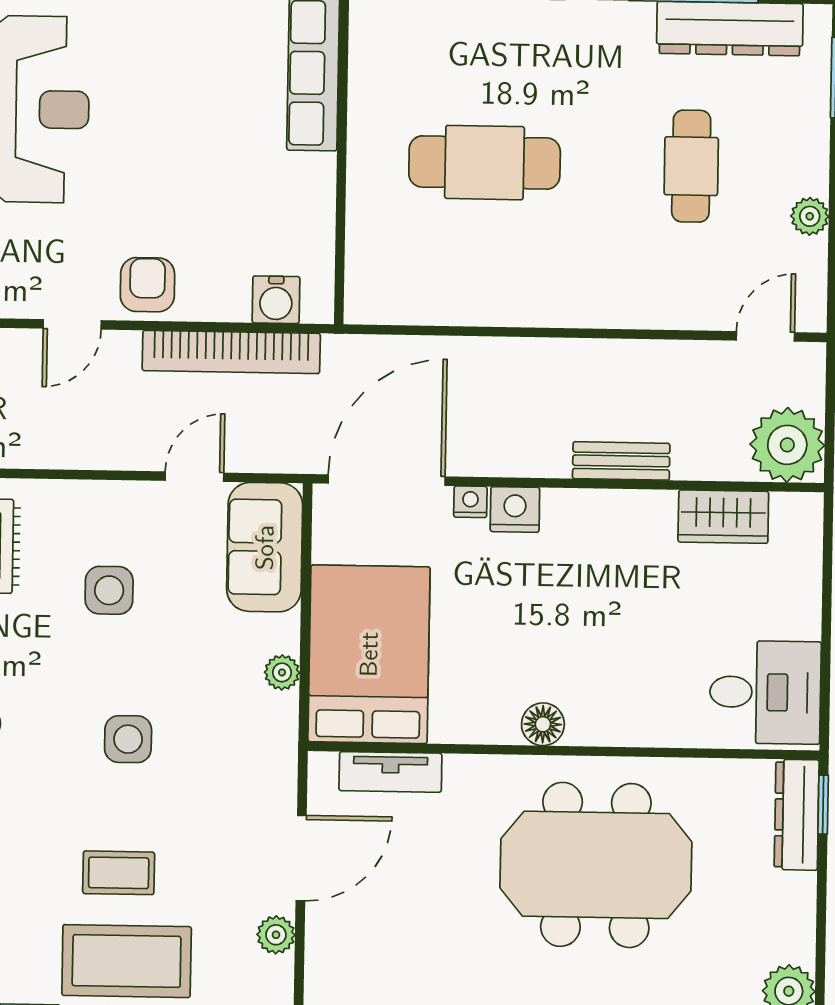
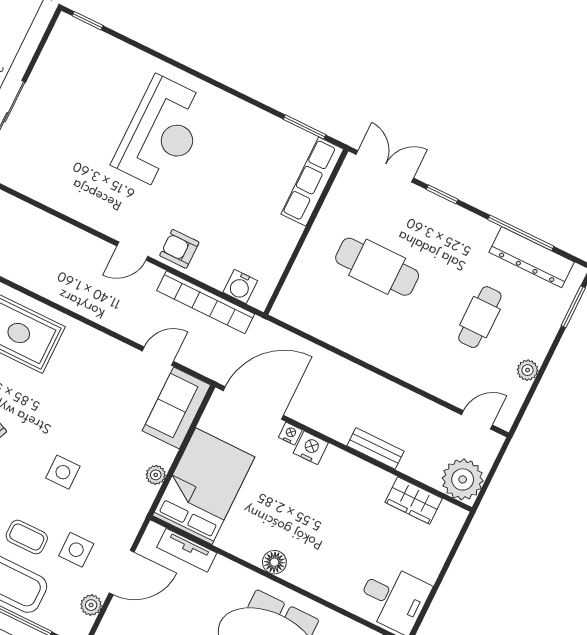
armchair: (147, 285) -> (179, 249), turned -90
side table: (109, 590) -> (76, 550), moved

